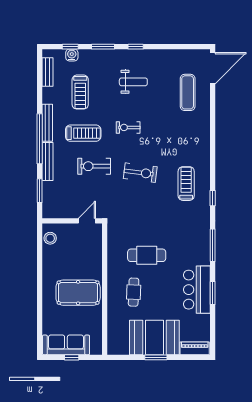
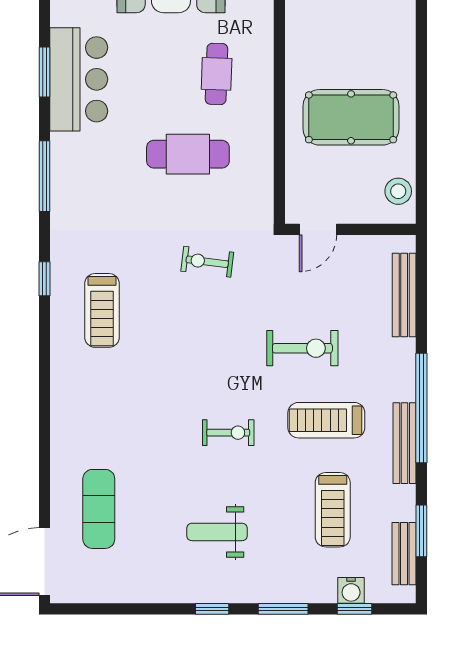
treadmill: (80, 92) -> (333, 510), turned 180
bench: (47, 161) -> (404, 295), moved
exercise bike: (140, 173) -> (207, 262), moved, width x0.73, depth x0.72
window: (40, 191) -> (421, 531), moved
pool table: (78, 293) -> (351, 117), moved

